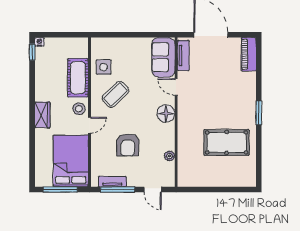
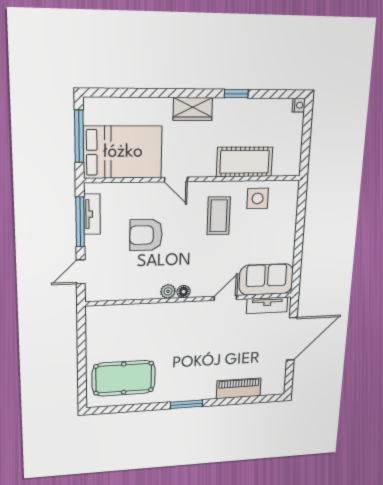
window: (32, 52) -> (236, 94), moved
piano: (249, 54) -> (239, 388), moved
coffee table: (115, 94) -> (219, 216), turned 44
stool: (79, 109) -> (200, 164), removed
floor lamp: (166, 113) -> (184, 292), width x0.53, depth x0.53
pool table: (227, 142) -> (124, 378), moved, turned 90
plant: (169, 156) -> (168, 291), moved

